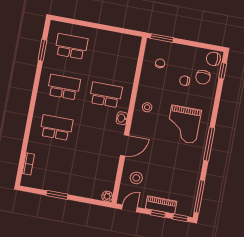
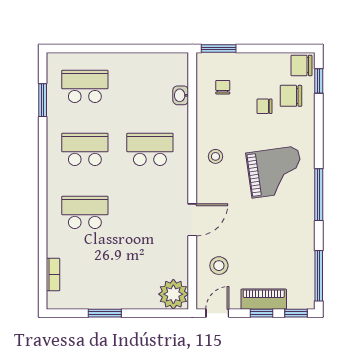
chair: (203, 77) -> (291, 96), turned 90
washbasin: (122, 118) -> (181, 95), moved
grand piano: (184, 124) -> (275, 172), turned -98
plant: (107, 196) -> (173, 294), width x1.87, depth x1.87

